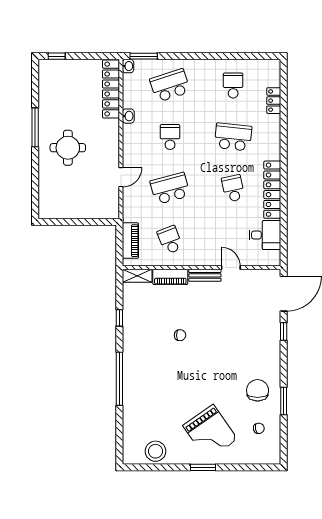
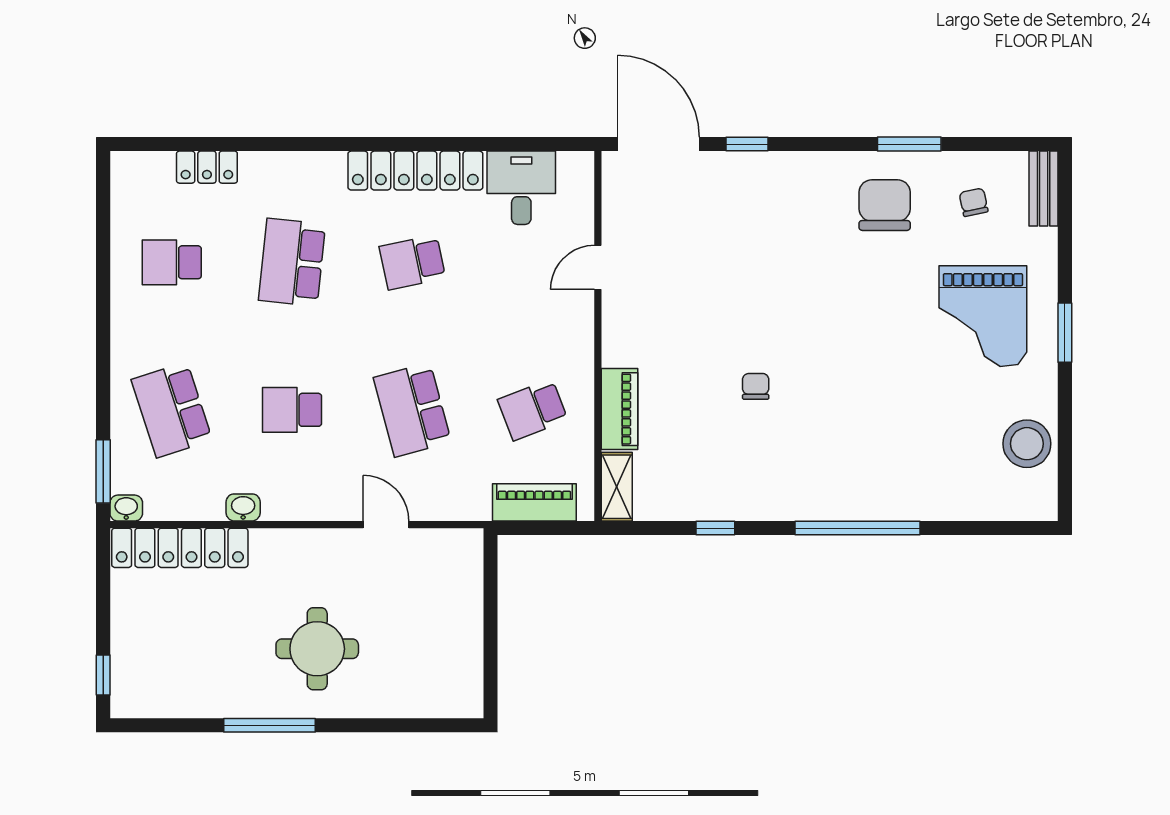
bench: (205, 275) -> (1044, 189), moved
chair: (258, 390) -> (885, 205), turned 90
grand piano: (210, 432) -> (983, 316), turned 125

